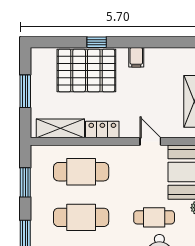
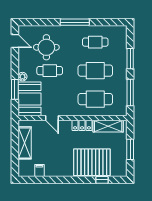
window: (97, 42) -> (102, 180), moved
filing cabinet: (136, 57) -> (39, 171), moved
window: (25, 182) -> (130, 92), width x1.44

